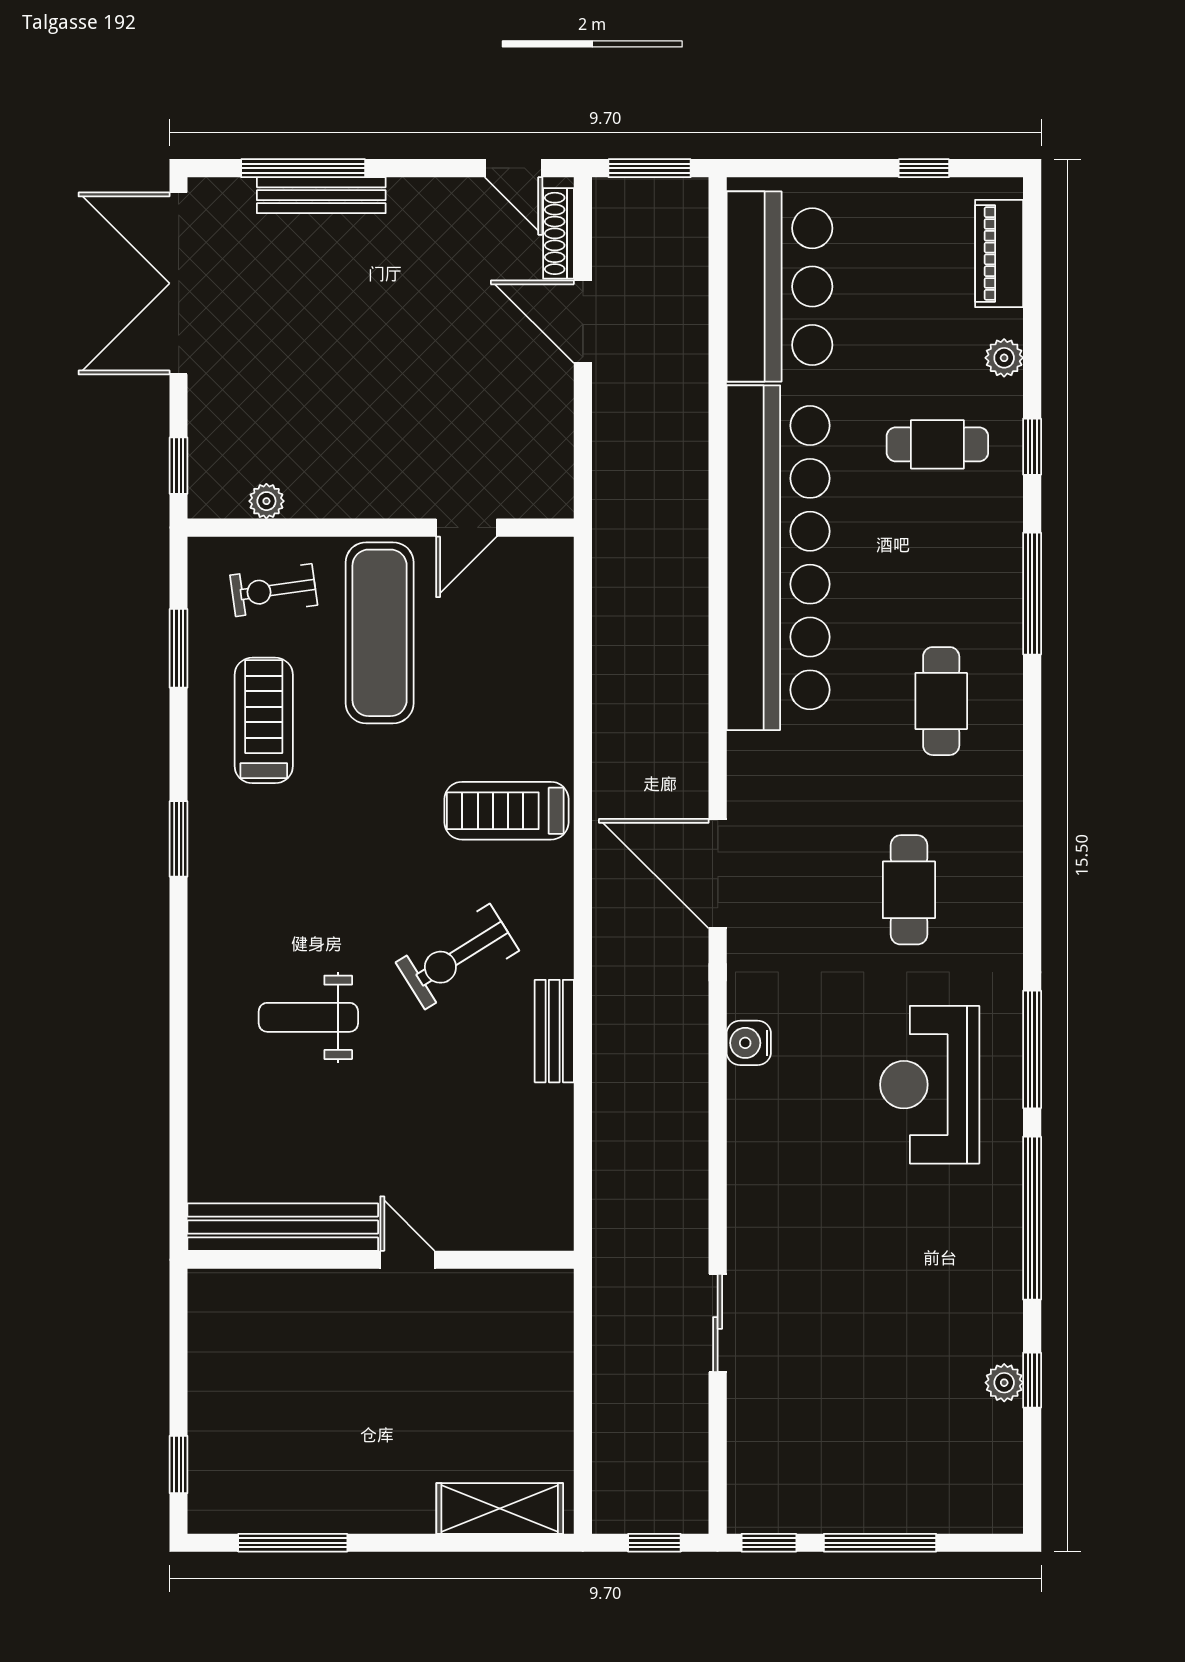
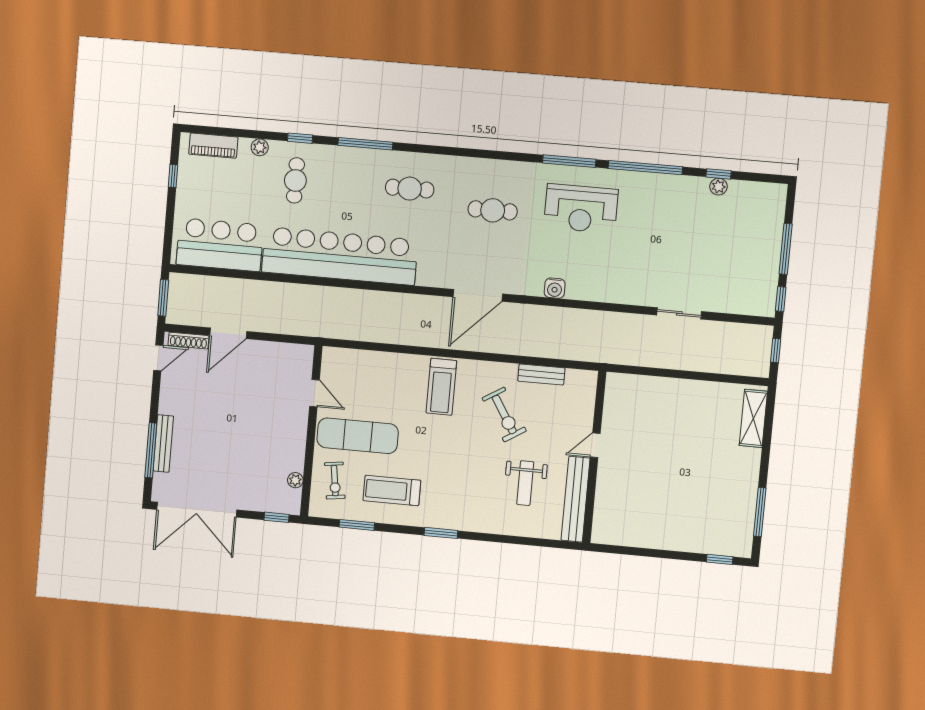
bench: (283, 1227) -> (576, 499), moved
wall: (381, 1260) -> (594, 457), moved
door: (407, 1260) -> (595, 445), moved

